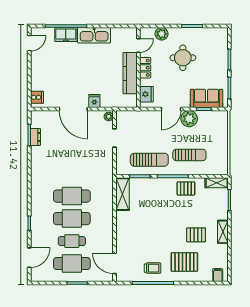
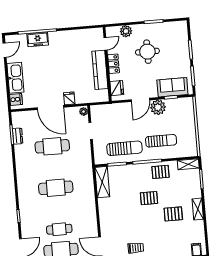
kitchen sink: (94, 35) -> (15, 78), moved, turned -90
cafe table: (72, 219) -> (52, 146), moved
pallet: (184, 262) -> (149, 198), moved, width x0.67, depth x0.71

